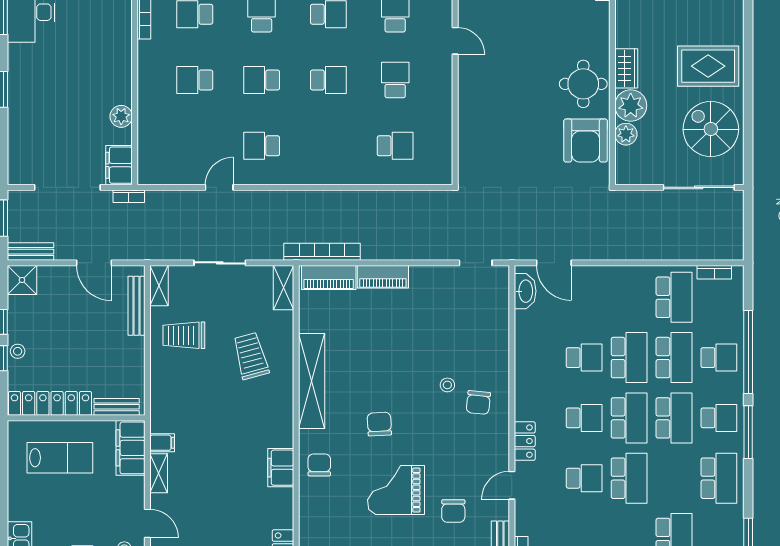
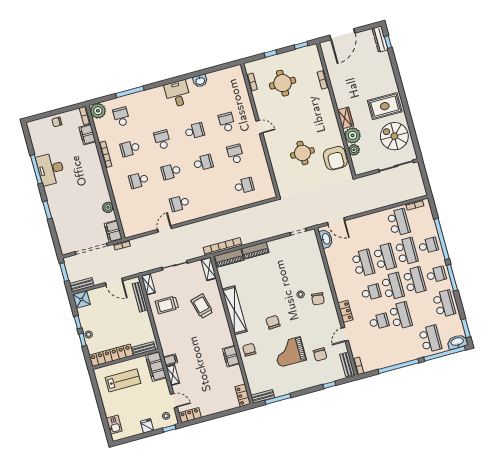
round table: (583, 84) -> (302, 153), moved
school desk: (584, 358) -> (363, 263), width x1.85

